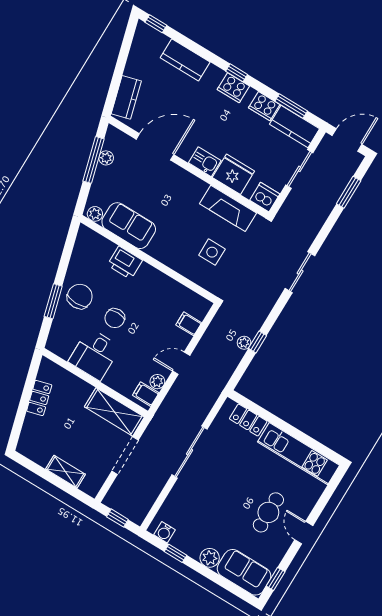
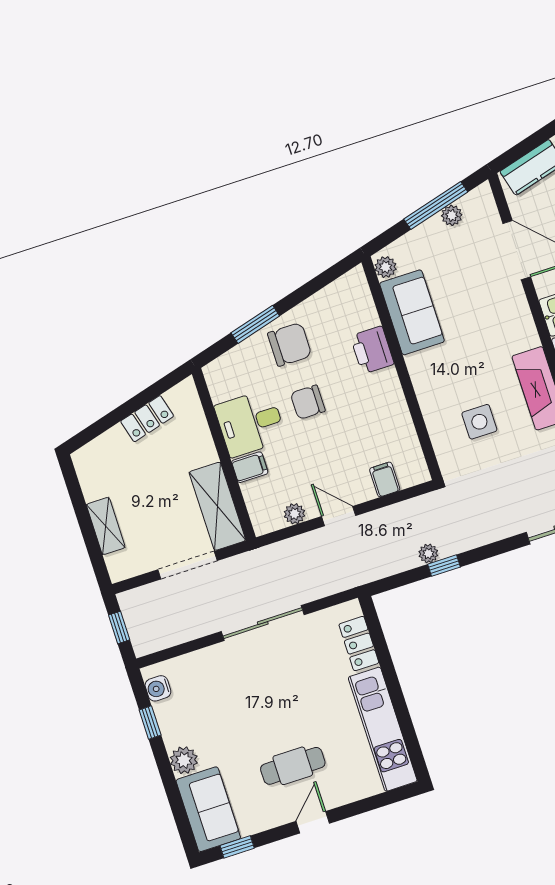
filing cabinet: (146, 394) -> (250, 467), moved, turned 90

